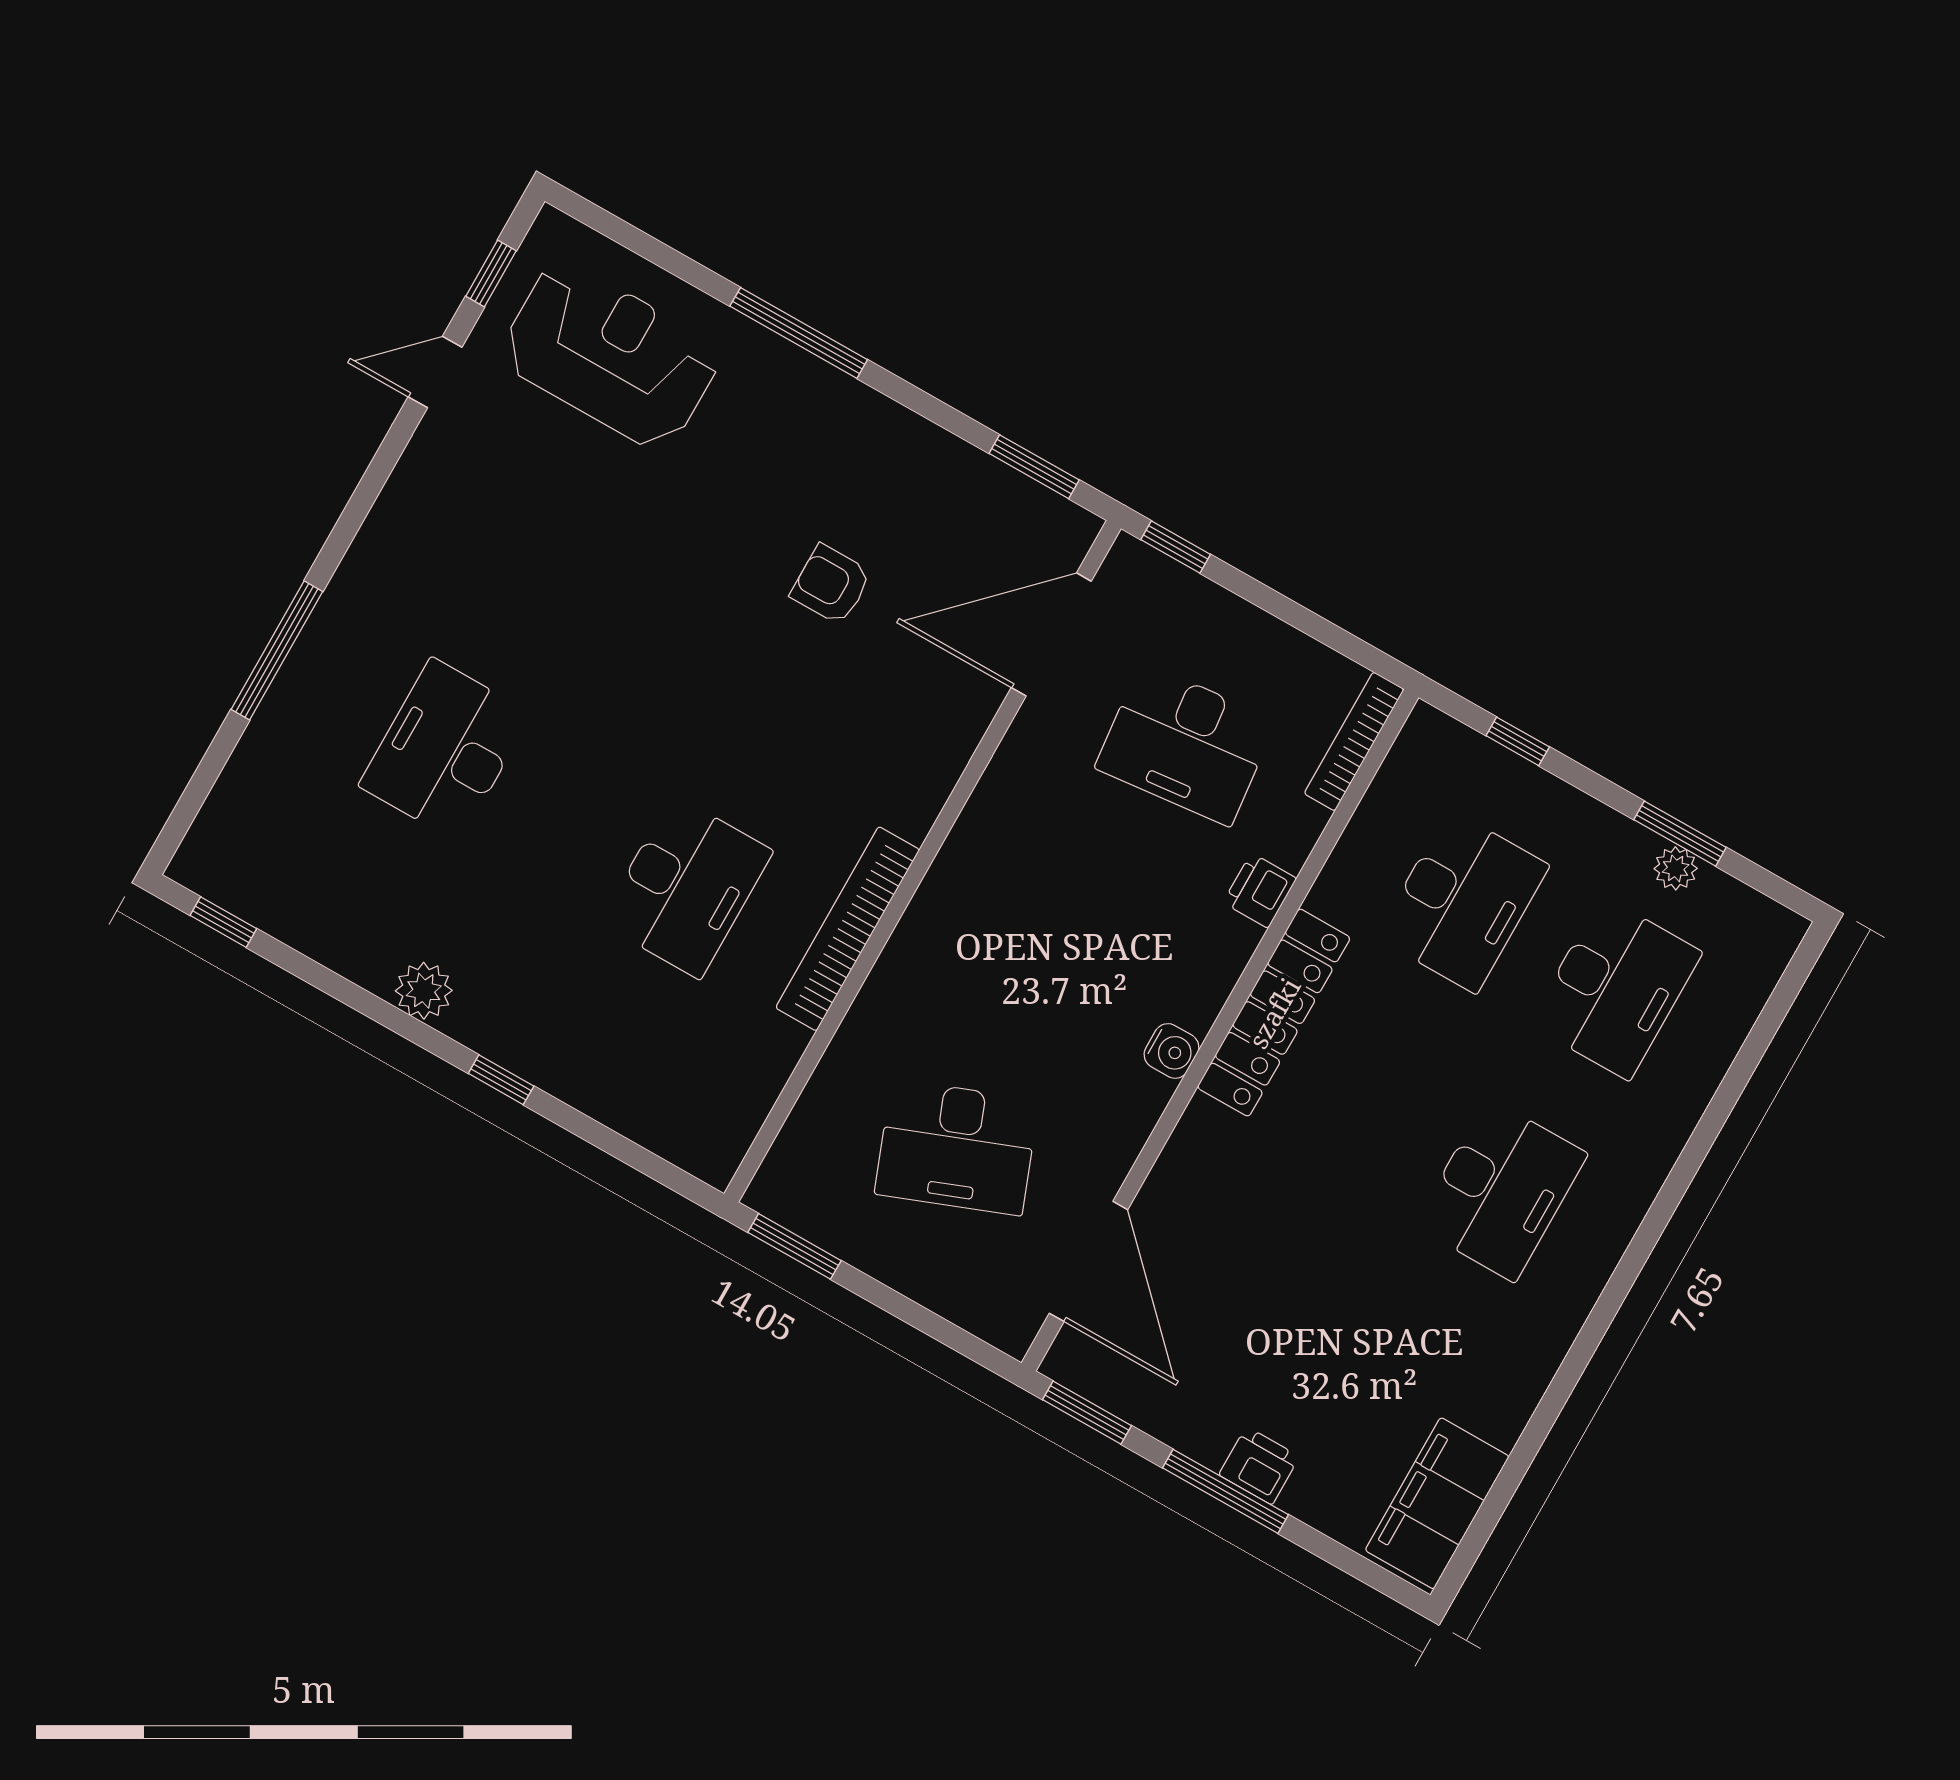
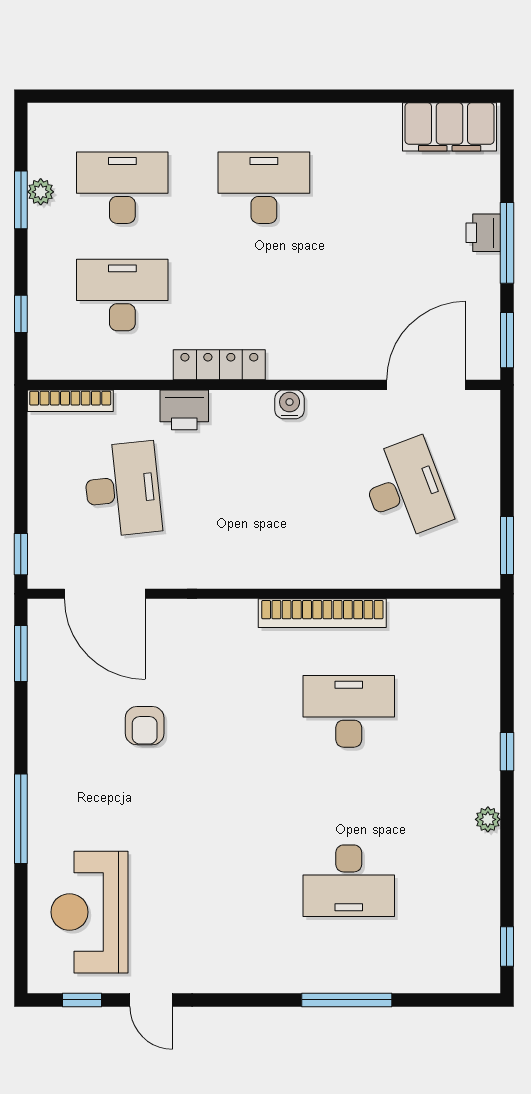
printer: (1260, 890) -> (184, 410), width x1.36, depth x1.24
plant: (424, 991) -> (488, 819), width x0.73, depth x0.73
locker: (1274, 1013) -> (219, 365), width x0.71, depth x0.83

